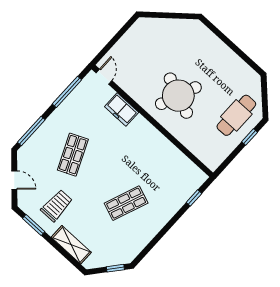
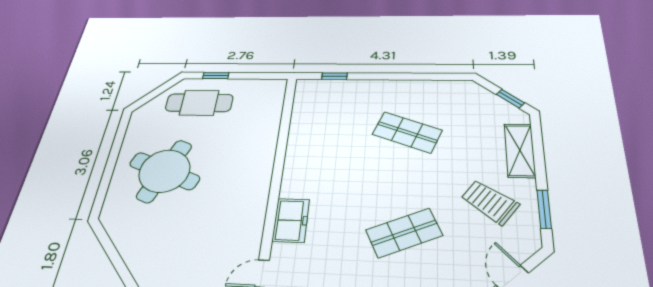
round table: (178, 96) -> (164, 171), moved
trolley: (57, 205) -> (490, 202), turned 36
window: (115, 268) -> (510, 99), moved

